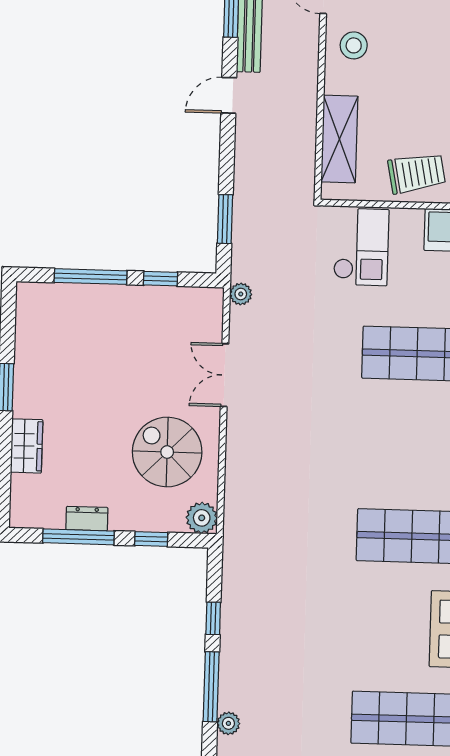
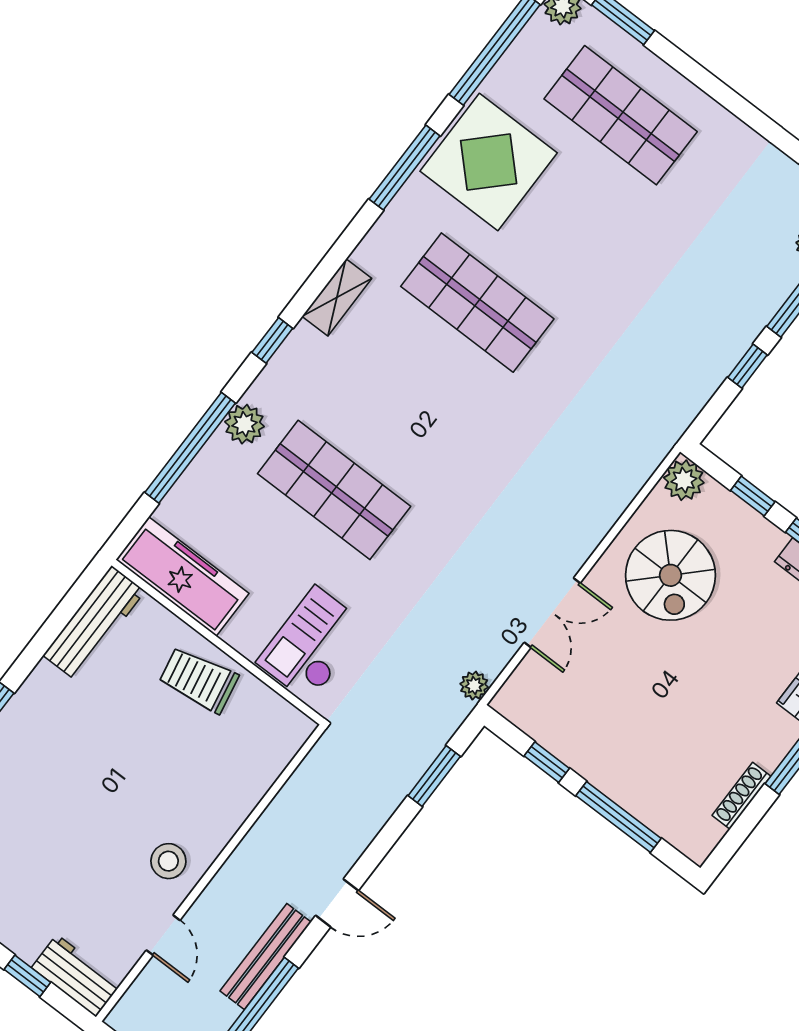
shelving: (339, 139) -> (254, 774), removed
shoe rack: (23, 345) -> (741, 796), added

